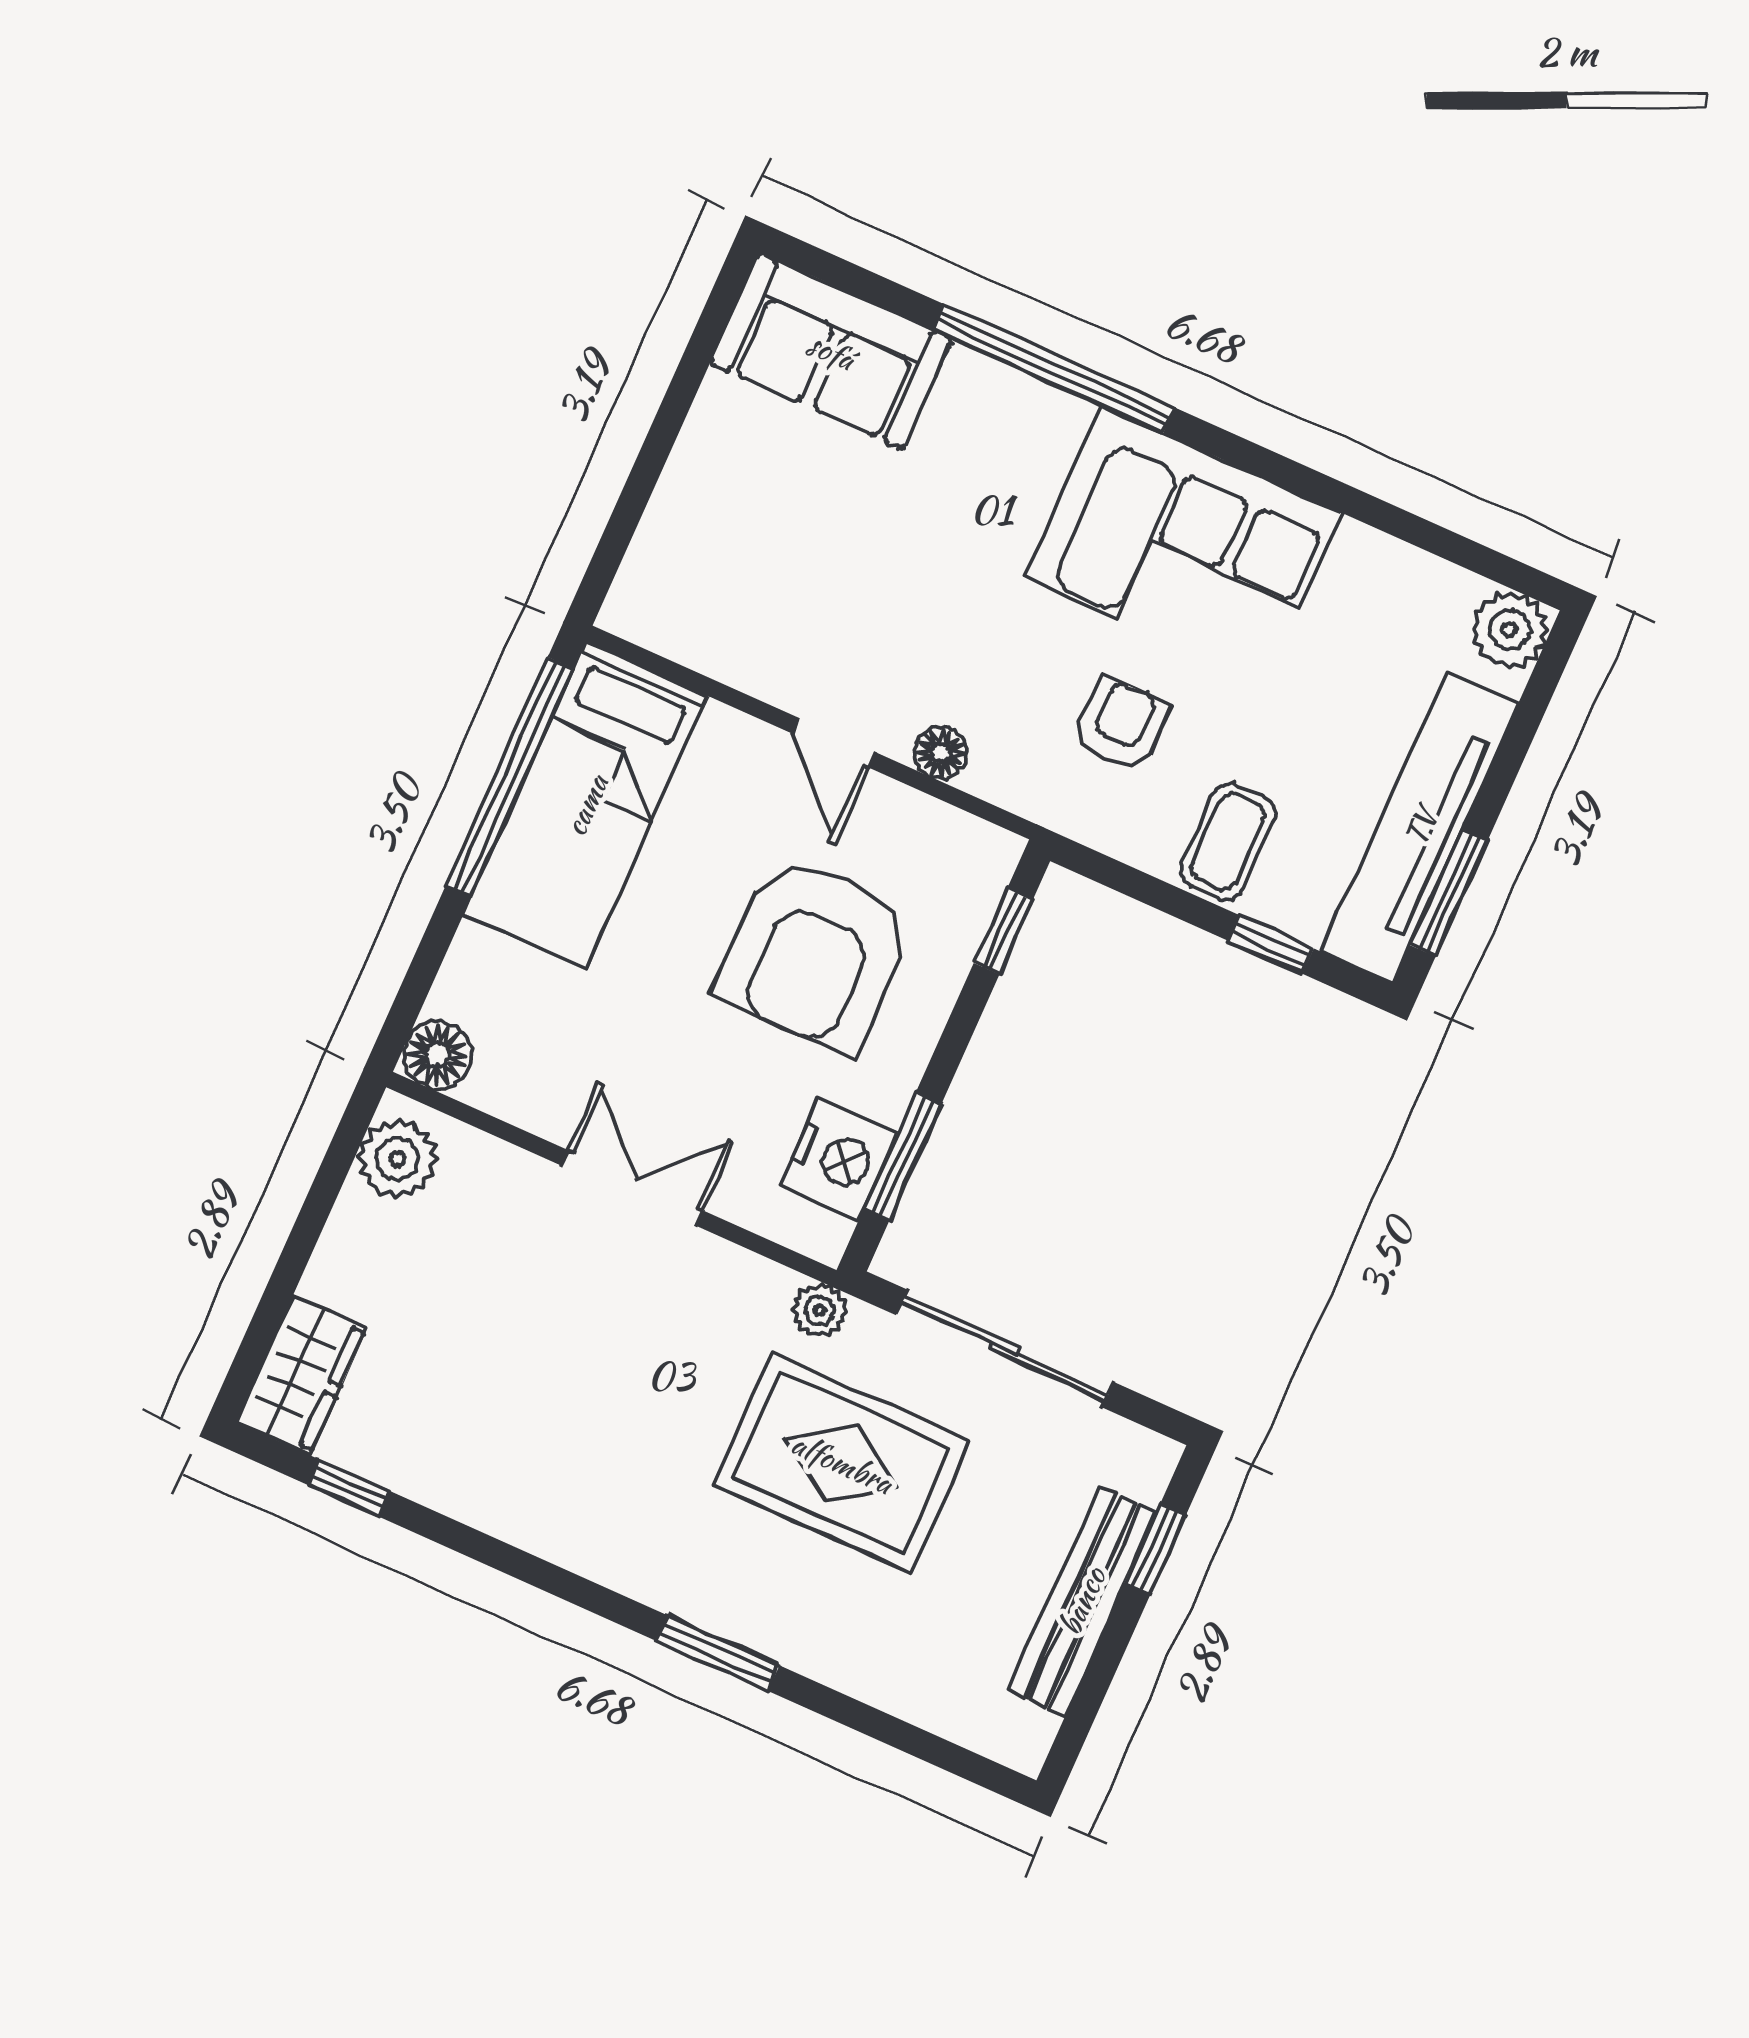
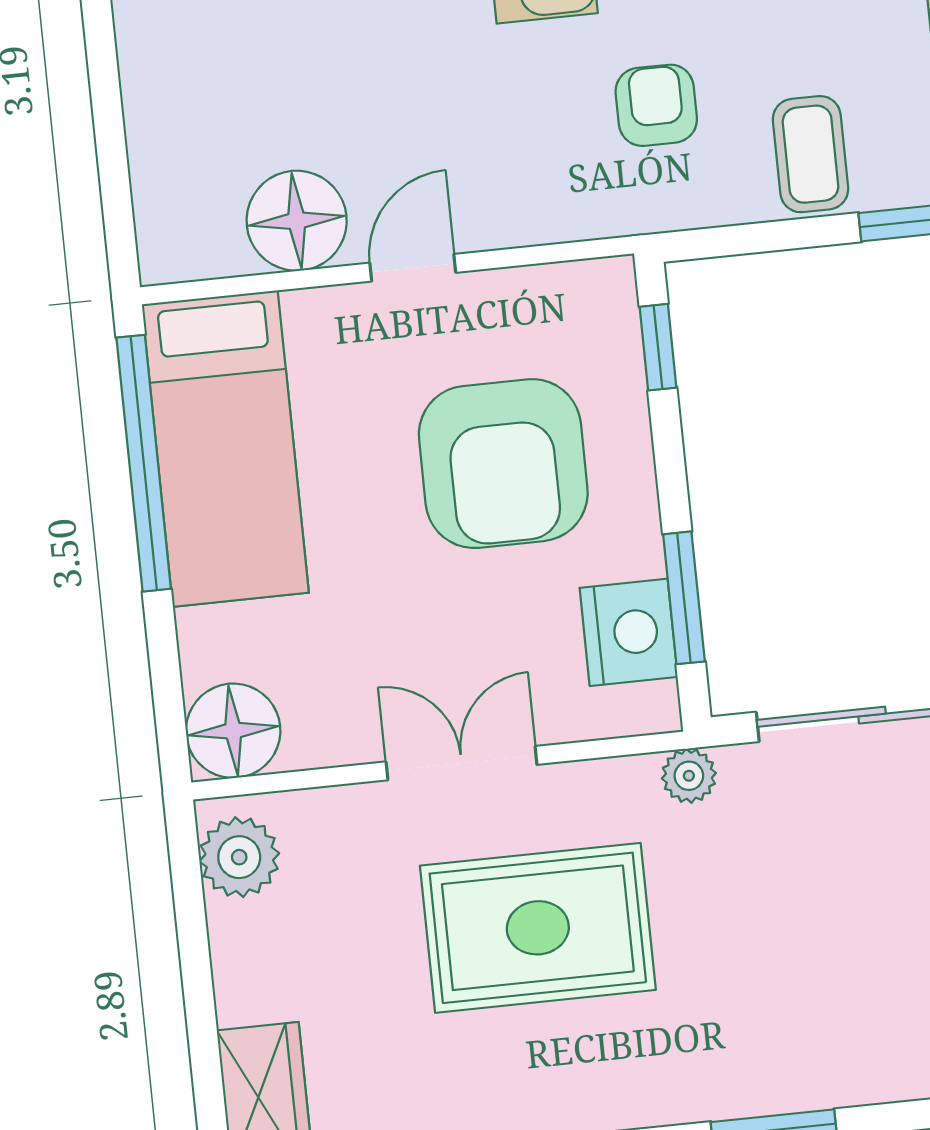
door: (834, 743) -> (413, 268), swing flipped
floor lamp: (941, 753) -> (297, 221), moved, width x1.89, depth x1.89
floor lamp: (437, 1055) -> (233, 731), width x1.38, depth x1.38
rug: (842, 1463) -> (538, 928), moved

